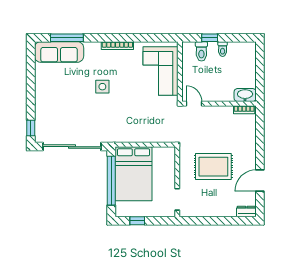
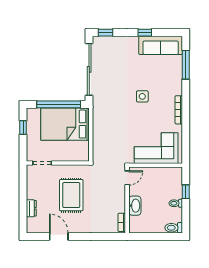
toilet: (201, 51) -> (174, 228), moved
sofa: (59, 52) -> (161, 45), moved, turned -90
window: (31, 84) -> (145, 33), added
washbasin: (245, 95) -> (135, 206), moved
dresser: (246, 211) -> (31, 208), moved

